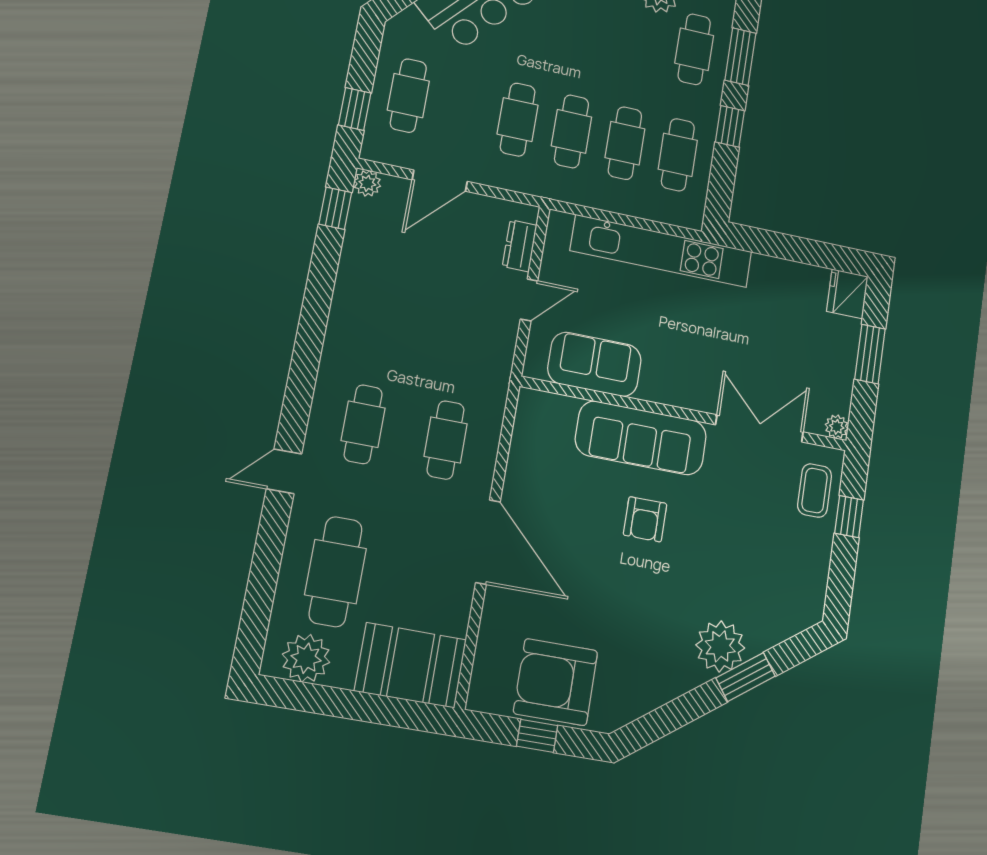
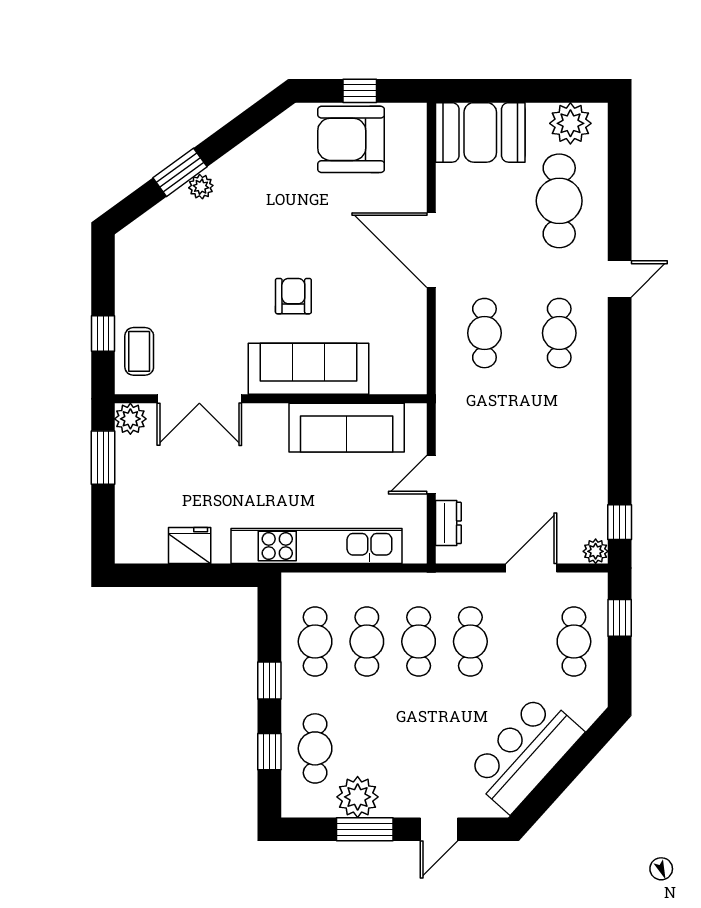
window: (740, 57) -> (269, 752), width x0.67
fridge: (847, 294) -> (190, 546), moved, turned -90
window: (870, 354) -> (103, 458), moved
sofa: (595, 364) -> (347, 428), width x1.36
plant: (837, 427) -> (130, 419), width x1.38, depth x1.38
plant: (720, 646) -> (201, 187), width x0.53, depth x0.53
armchair: (556, 682) -> (351, 139), turned 180

